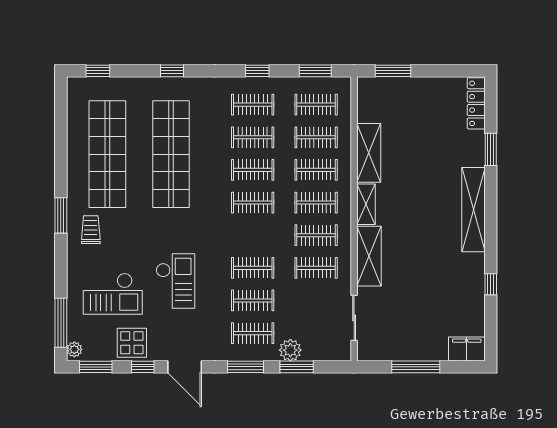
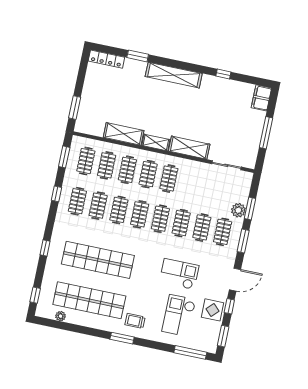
clothes rail: (316, 268) -> (160, 219), moved
checkout: (113, 294) -> (179, 316), turned 180
plant: (74, 349) -> (61, 316), moved

